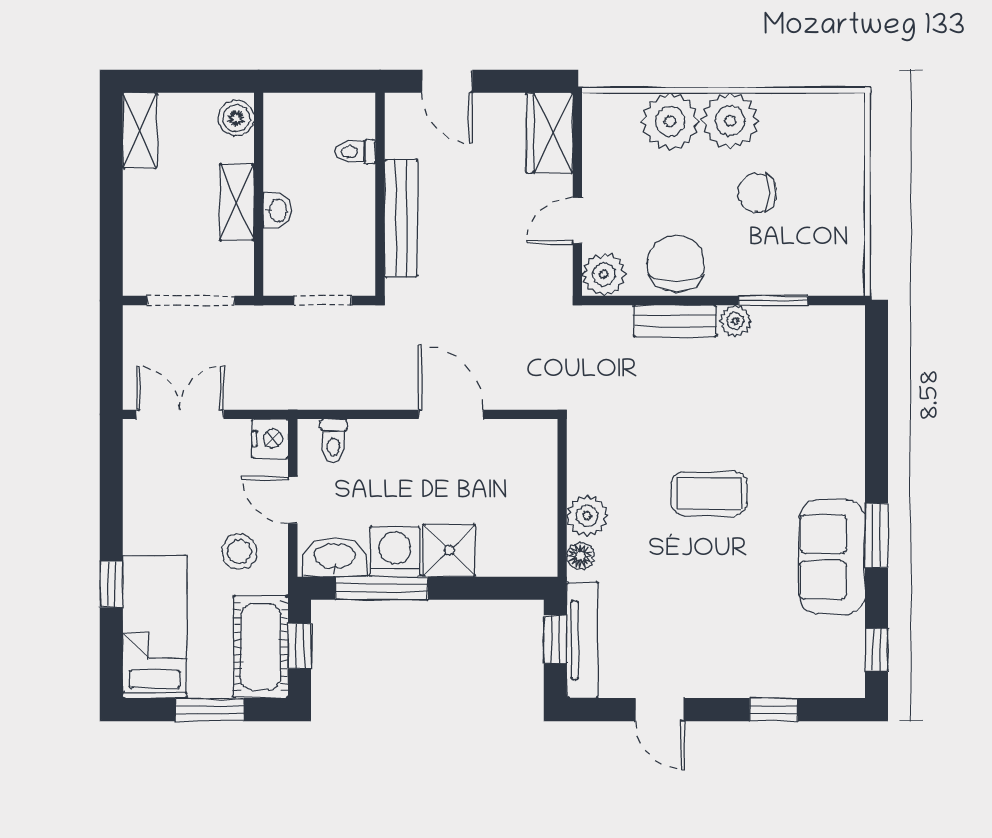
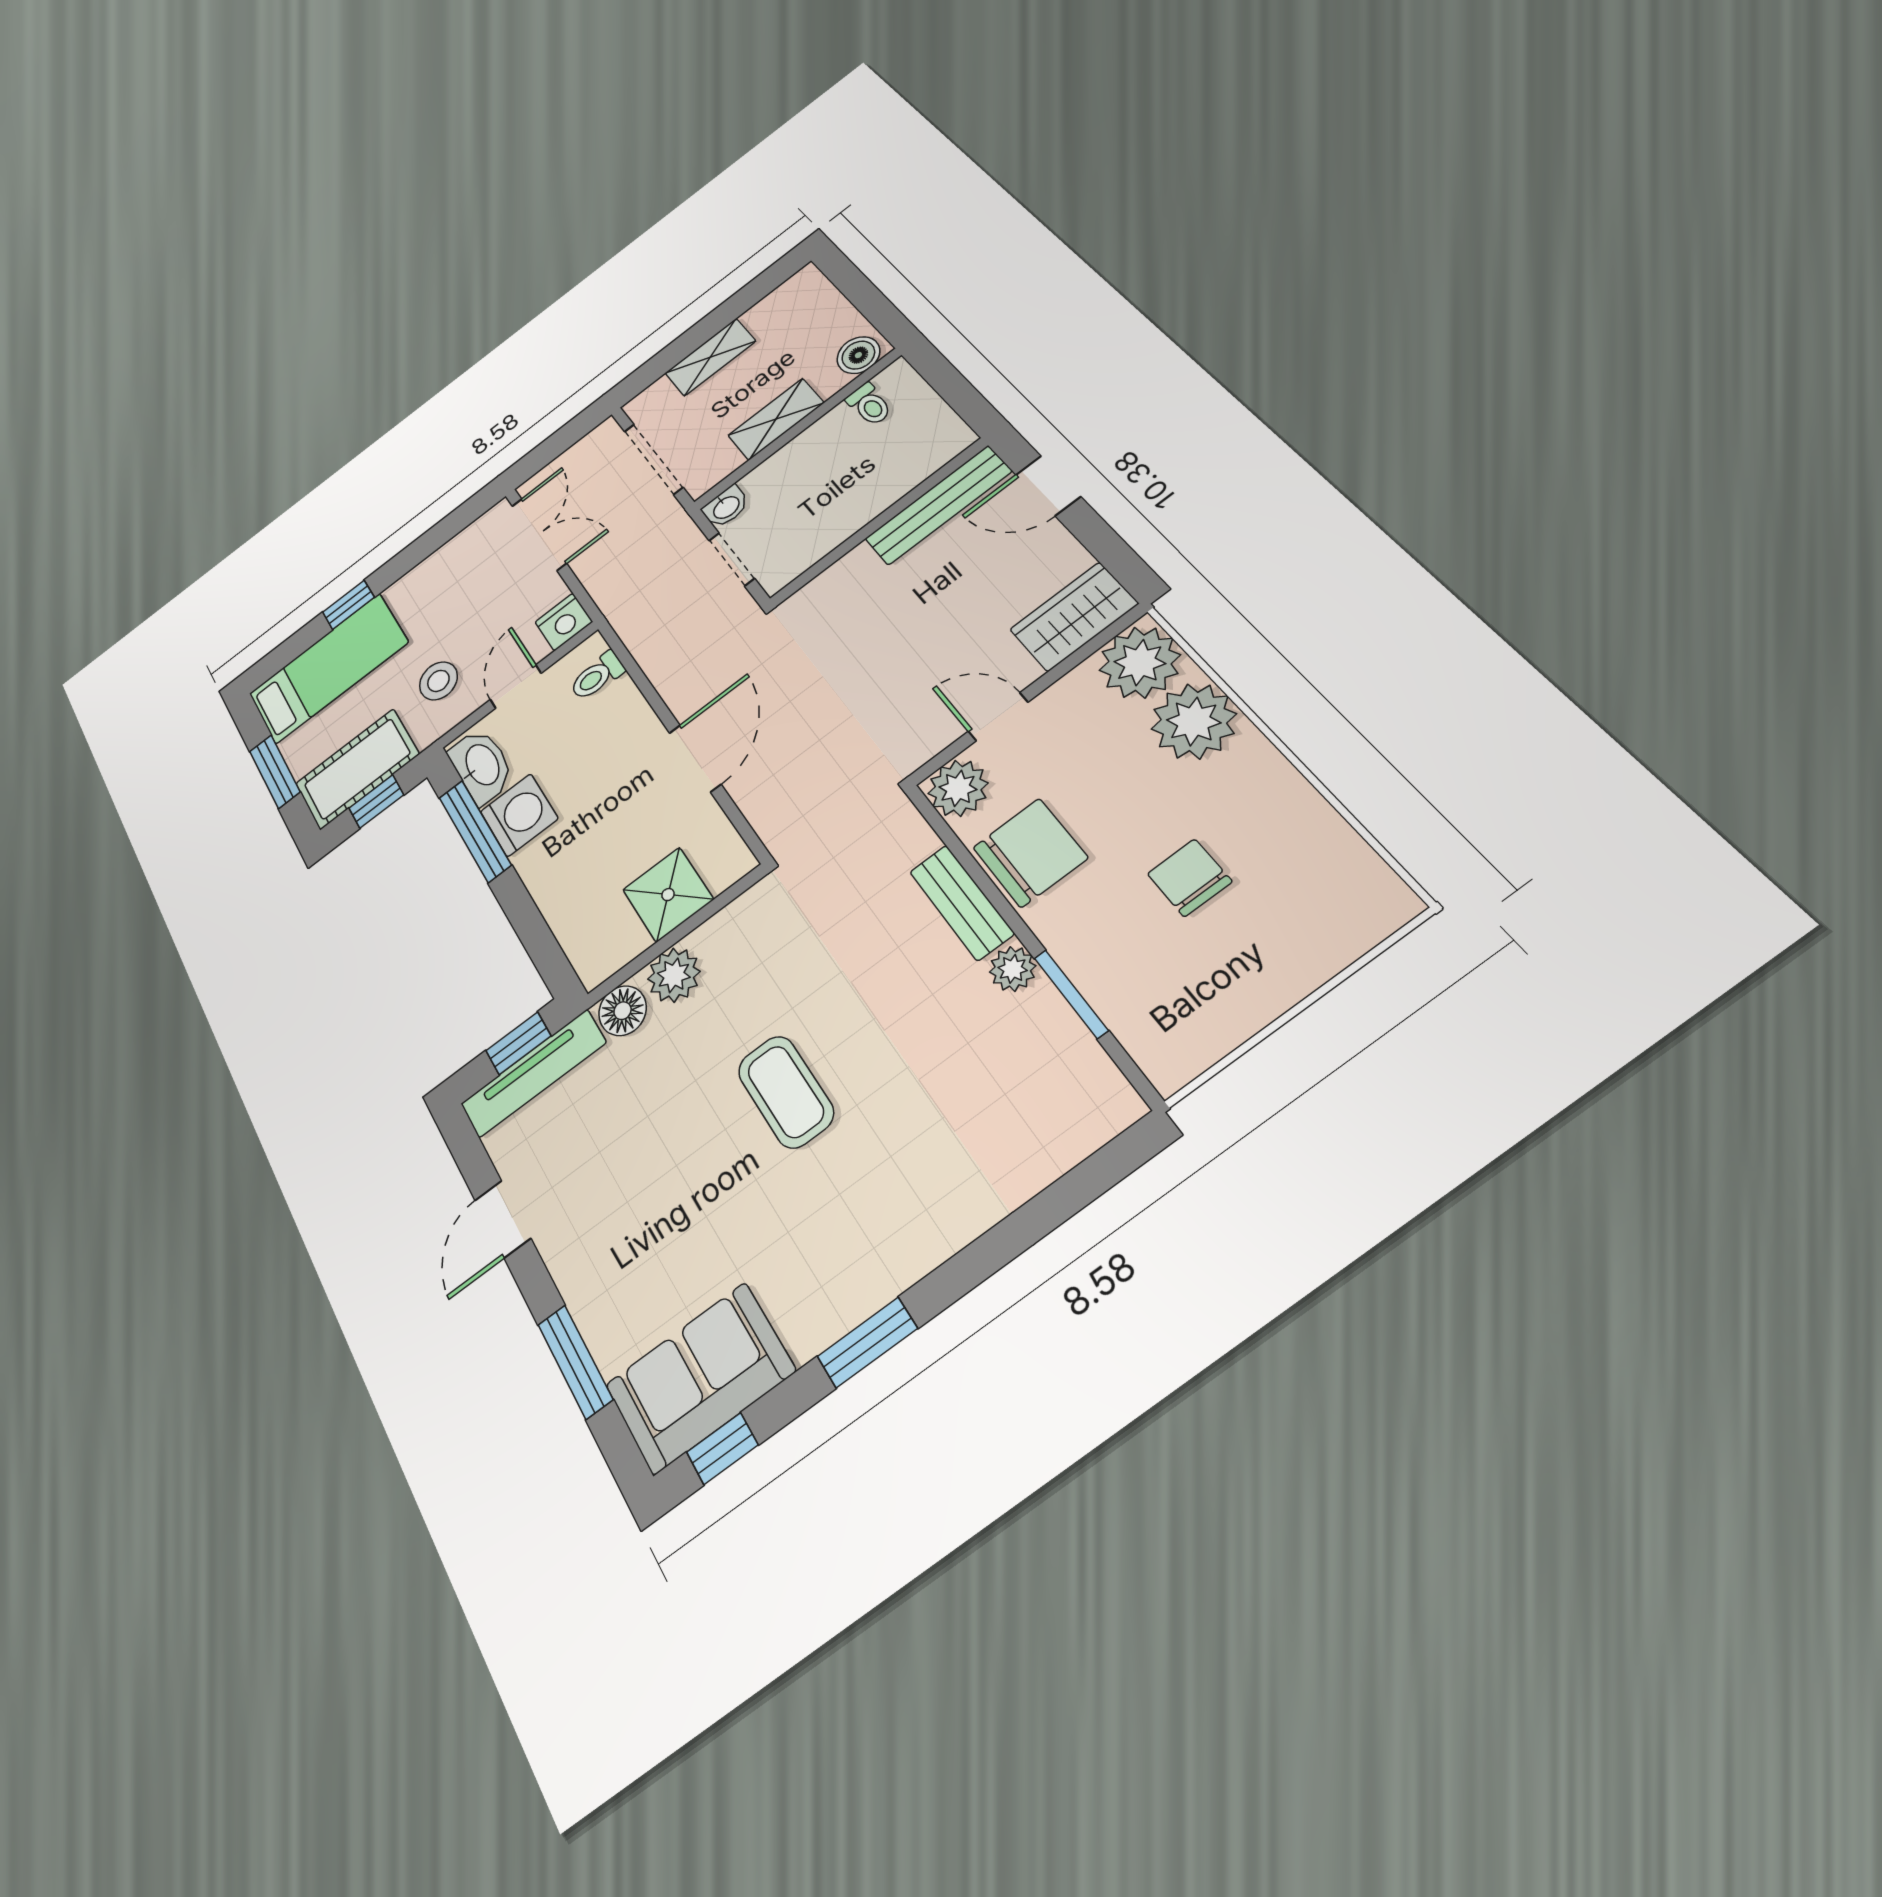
door: (447, 81) -> (1048, 486), hinge flipped
plant: (730, 121) -> (1140, 663), moved
shelving: (140, 130) -> (710, 357), moved
toilet: (355, 152) -> (869, 405), moved, turned 180
washbasin: (277, 210) -> (726, 507), moved
bench: (401, 218) -> (938, 505), moved
shower: (449, 550) -> (668, 895), moved
floor lamp: (580, 556) -> (623, 1011), width x1.37, depth x1.37
sofa: (832, 557) -> (700, 1378), moved
window: (774, 710) -> (575, 1362), width x1.50

